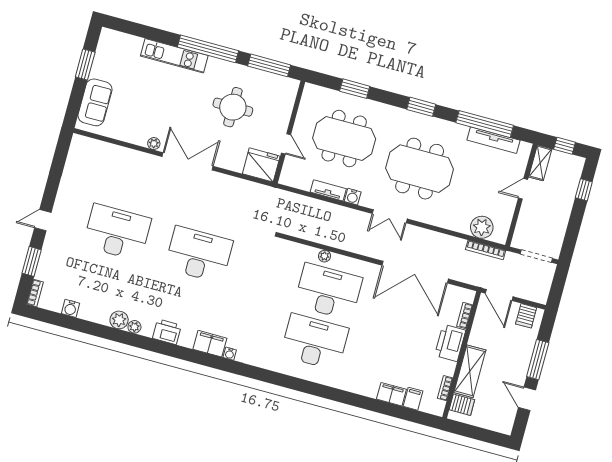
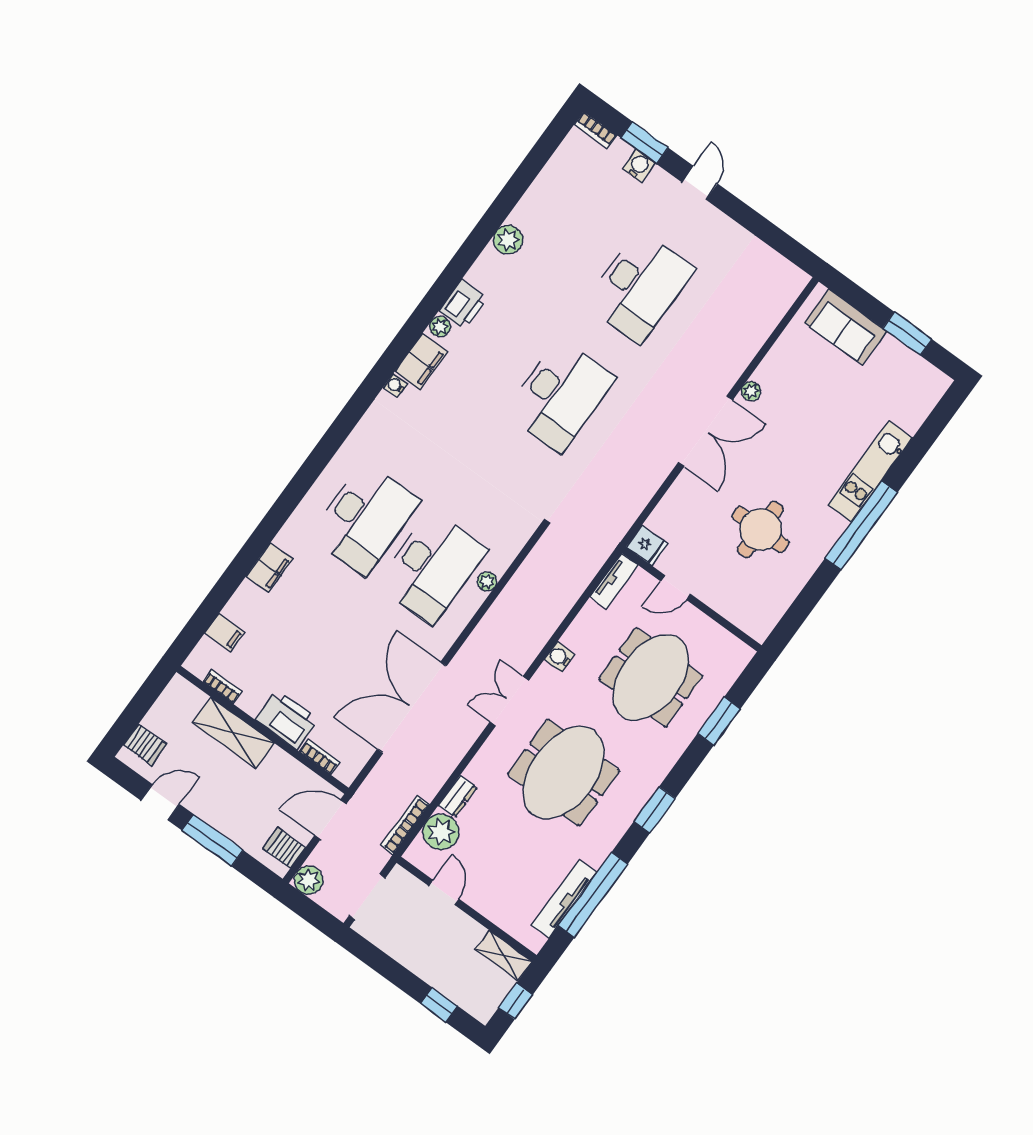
window: (269, 65) -> (802, 607), removed
fridge: (261, 165) -> (647, 545), width x0.53, depth x0.75
door: (523, 189) -> (444, 892), moved
tv unit: (328, 190) -> (614, 581), moved
dresser: (457, 225) -> (458, 796), added
plant: (540, 294) -> (309, 880), added
water cooler: (70, 308) -> (639, 166), moved, turned 90
plant: (134, 327) -> (440, 326), moved
filing cabinet: (391, 394) -> (269, 568), moved
server rack: (462, 405) -> (145, 745), moved, turned -90

